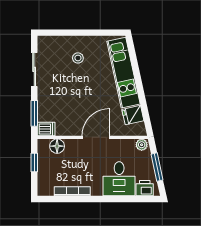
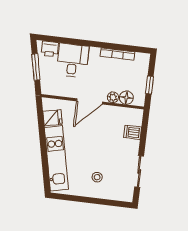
window: (34, 113) -> (144, 131), removed
dishwasher: (46, 129) -> (133, 132), moved
plant: (142, 145) -> (113, 97), moved

